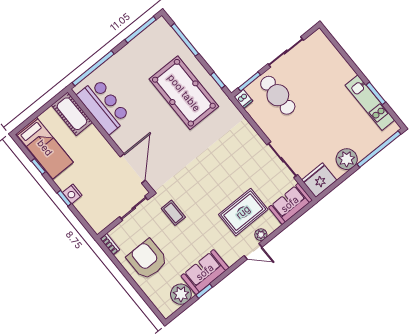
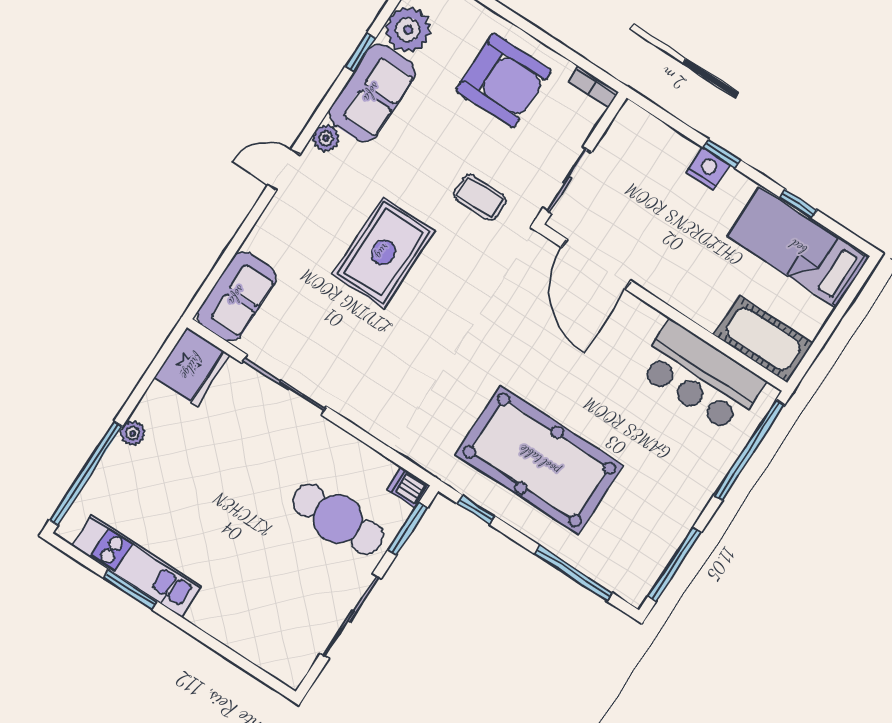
plant: (347, 159) -> (133, 433), width x0.53, depth x0.53
rug: (243, 212) -> (383, 252), moved
plant: (261, 235) -> (326, 138), moved

